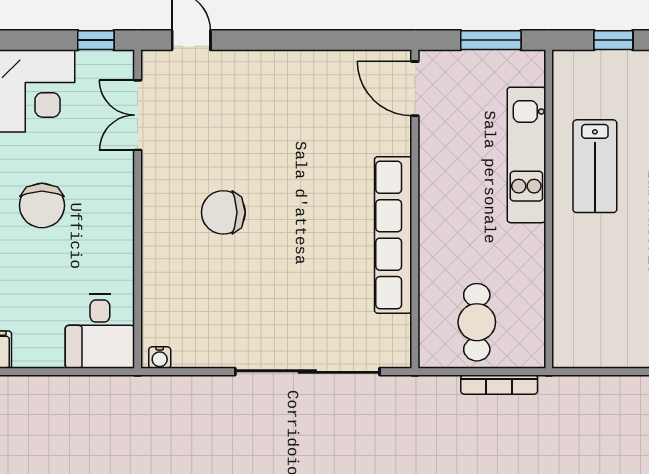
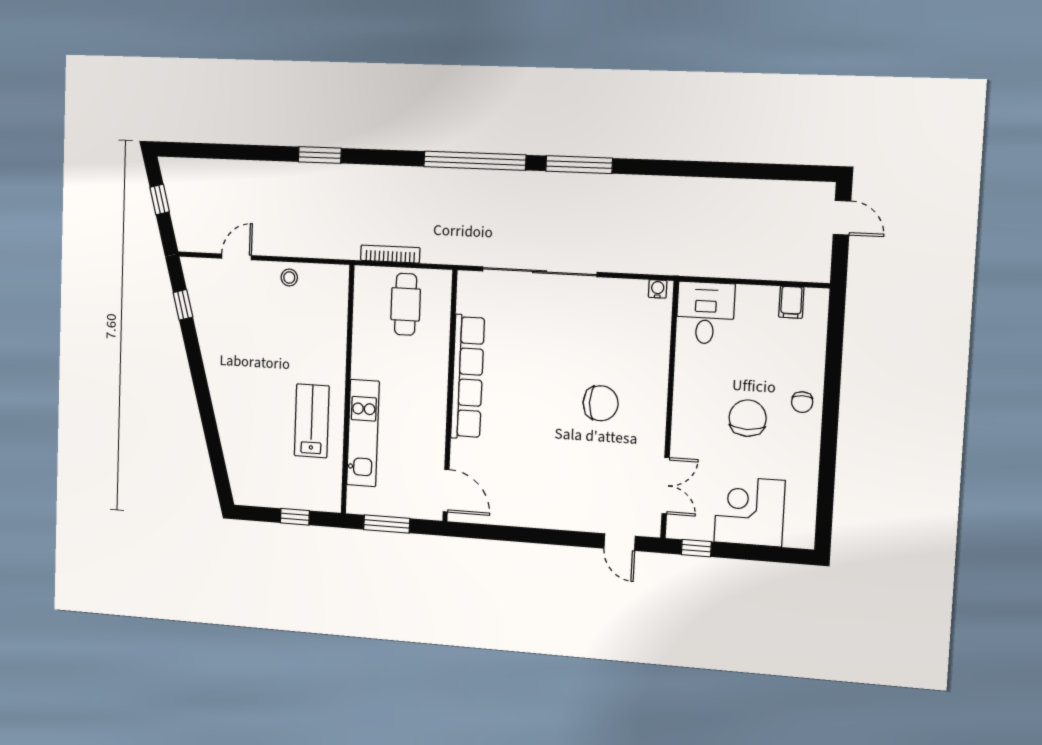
stool: (631, 349) -> (289, 277), added

